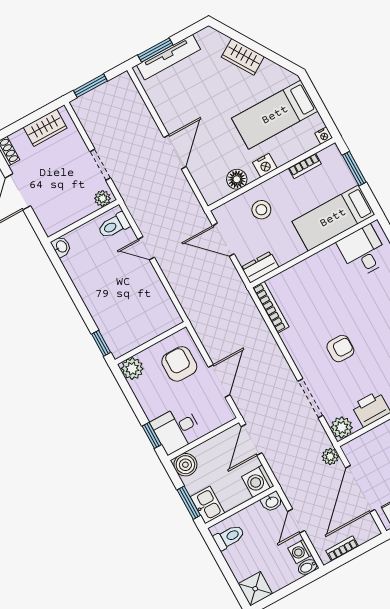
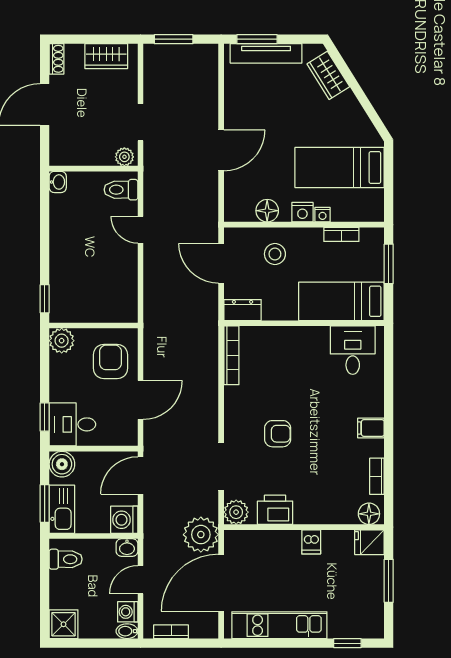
wardrobe: (243, 57) -> (328, 75), moved
nightstand: (324, 136) -> (323, 215), moved
plant: (330, 456) -> (201, 535), width x1.87, depth x1.87
kitchen sink: (207, 505) -> (62, 509), width x1.38

